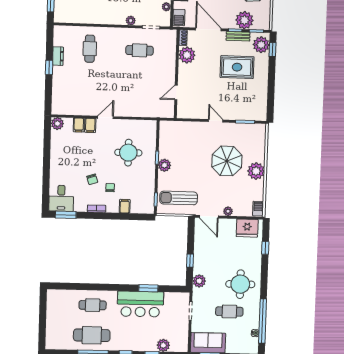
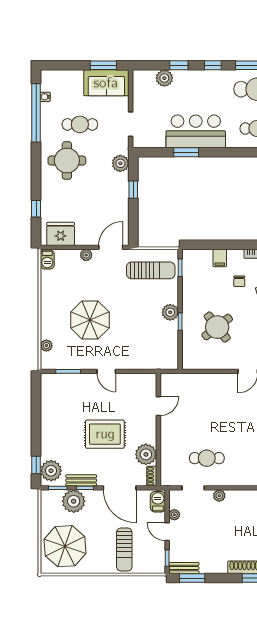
rug: (237, 67) -> (105, 434), moved
round table: (128, 153) -> (217, 327), turned -38
plant: (256, 171) -> (46, 346), moved, width x0.53, depth x0.53
door: (209, 217) -> (111, 247), hinge flipped

